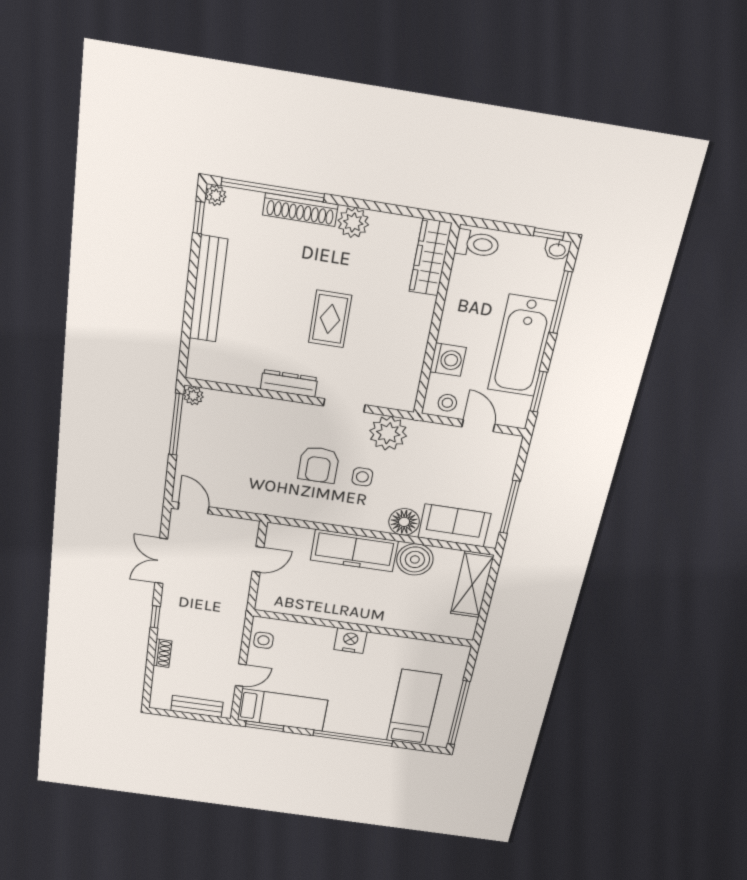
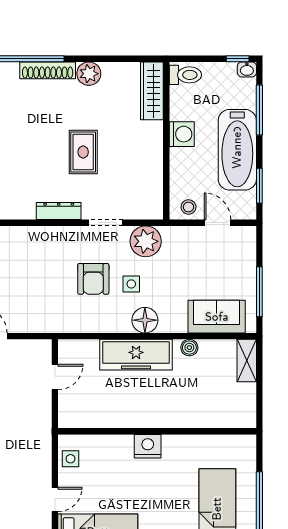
washing machine: (448, 360) -> (182, 134), moved
floor lamp: (404, 522) -> (145, 320), moved
boiler: (415, 559) -> (189, 348), width x0.54, depth x0.54
shelving: (472, 584) -> (247, 361), width x0.67, depth x0.75

